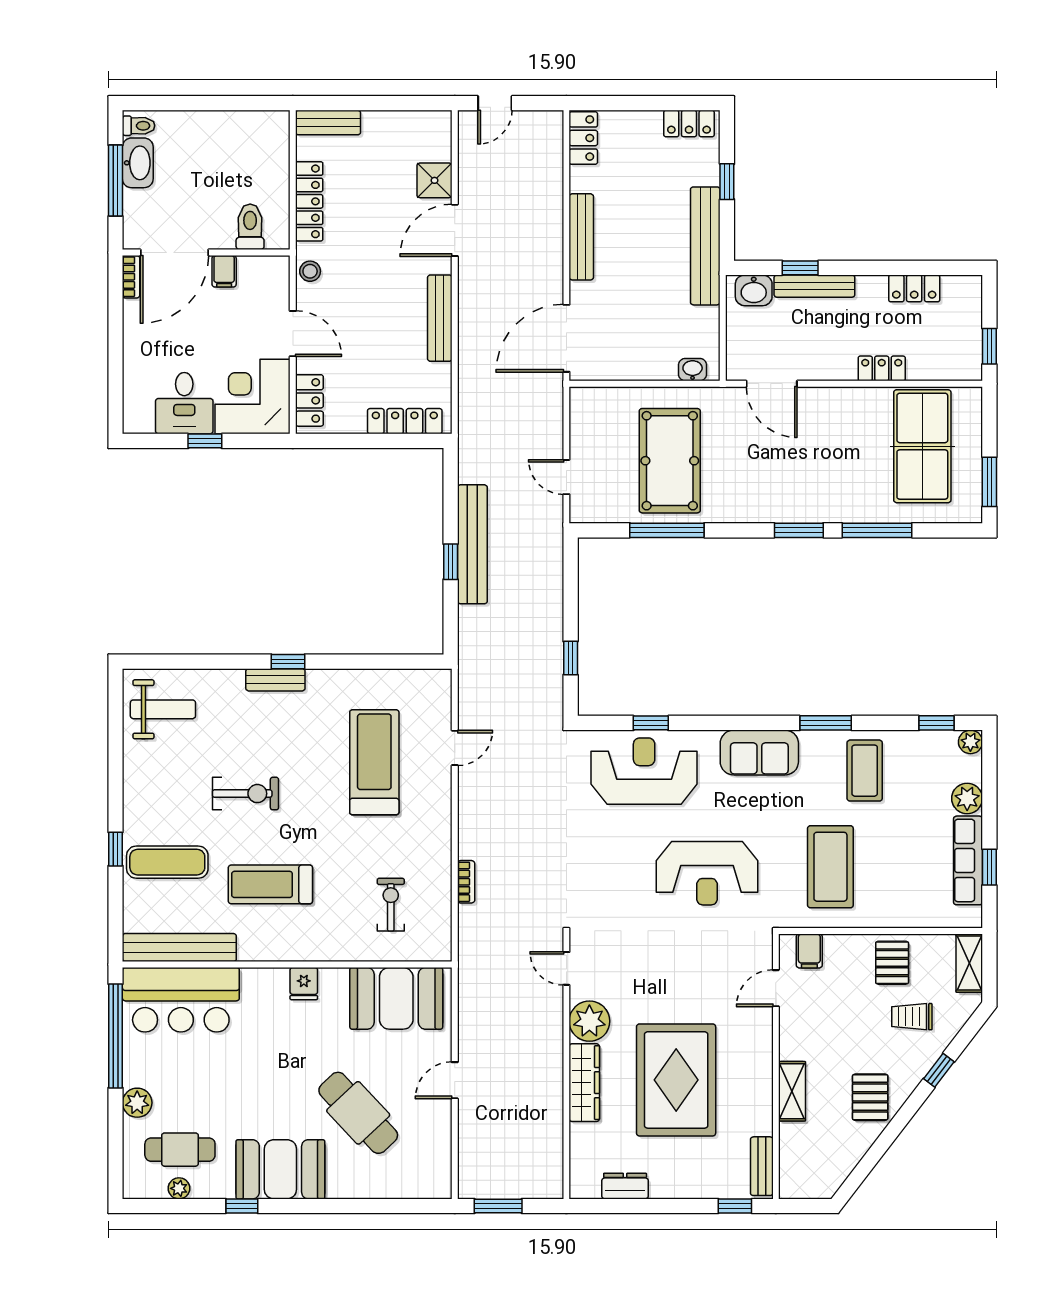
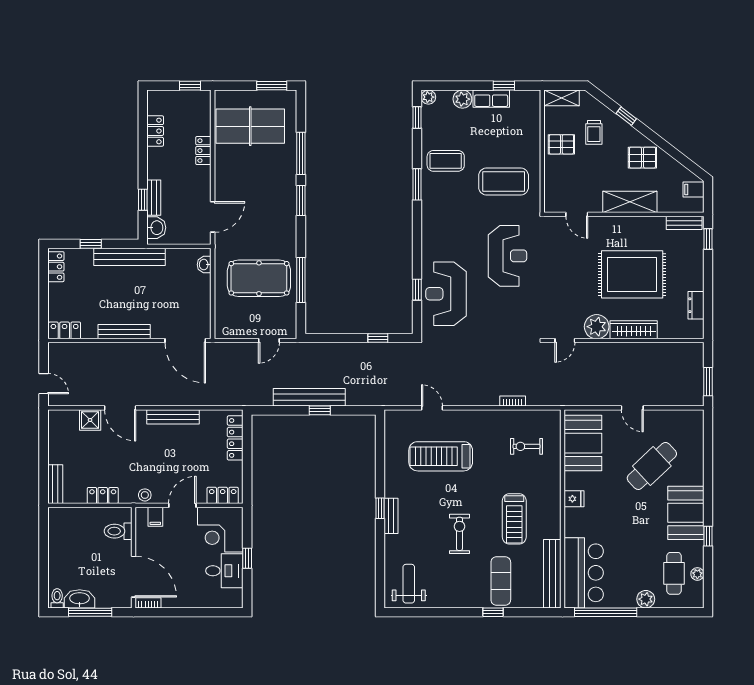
locker: (309, 201) -> (103, 496), width x0.66
filing cabinet: (224, 271) -> (155, 517), moved, turned 90
bench: (814, 286) -> (154, 198), width x0.73
sofa: (759, 753) -> (435, 224), removed
row of seats: (968, 860) -> (491, 99), width x0.68
filing cabinet: (809, 951) -> (693, 190), moved, turned 180
shelving: (792, 1091) -> (630, 202), width x1.50, depth x1.33

